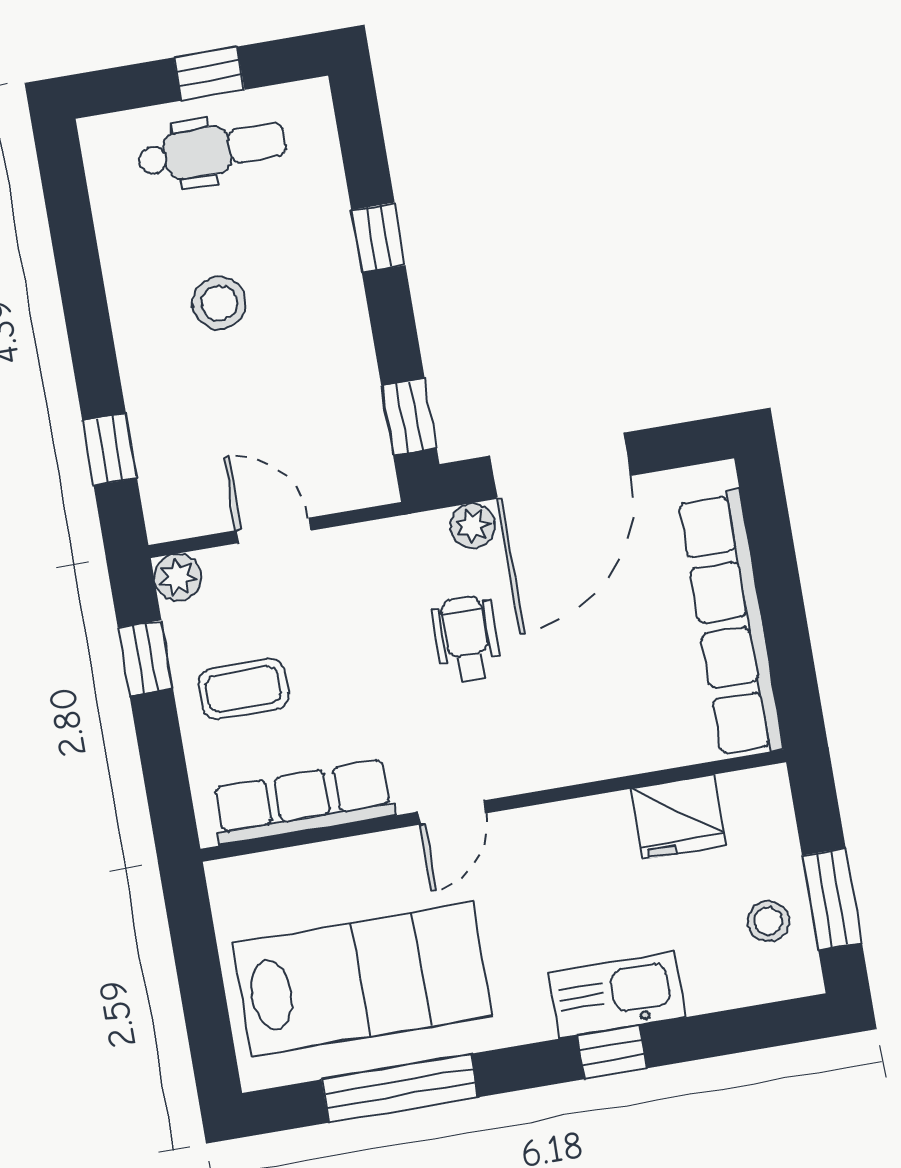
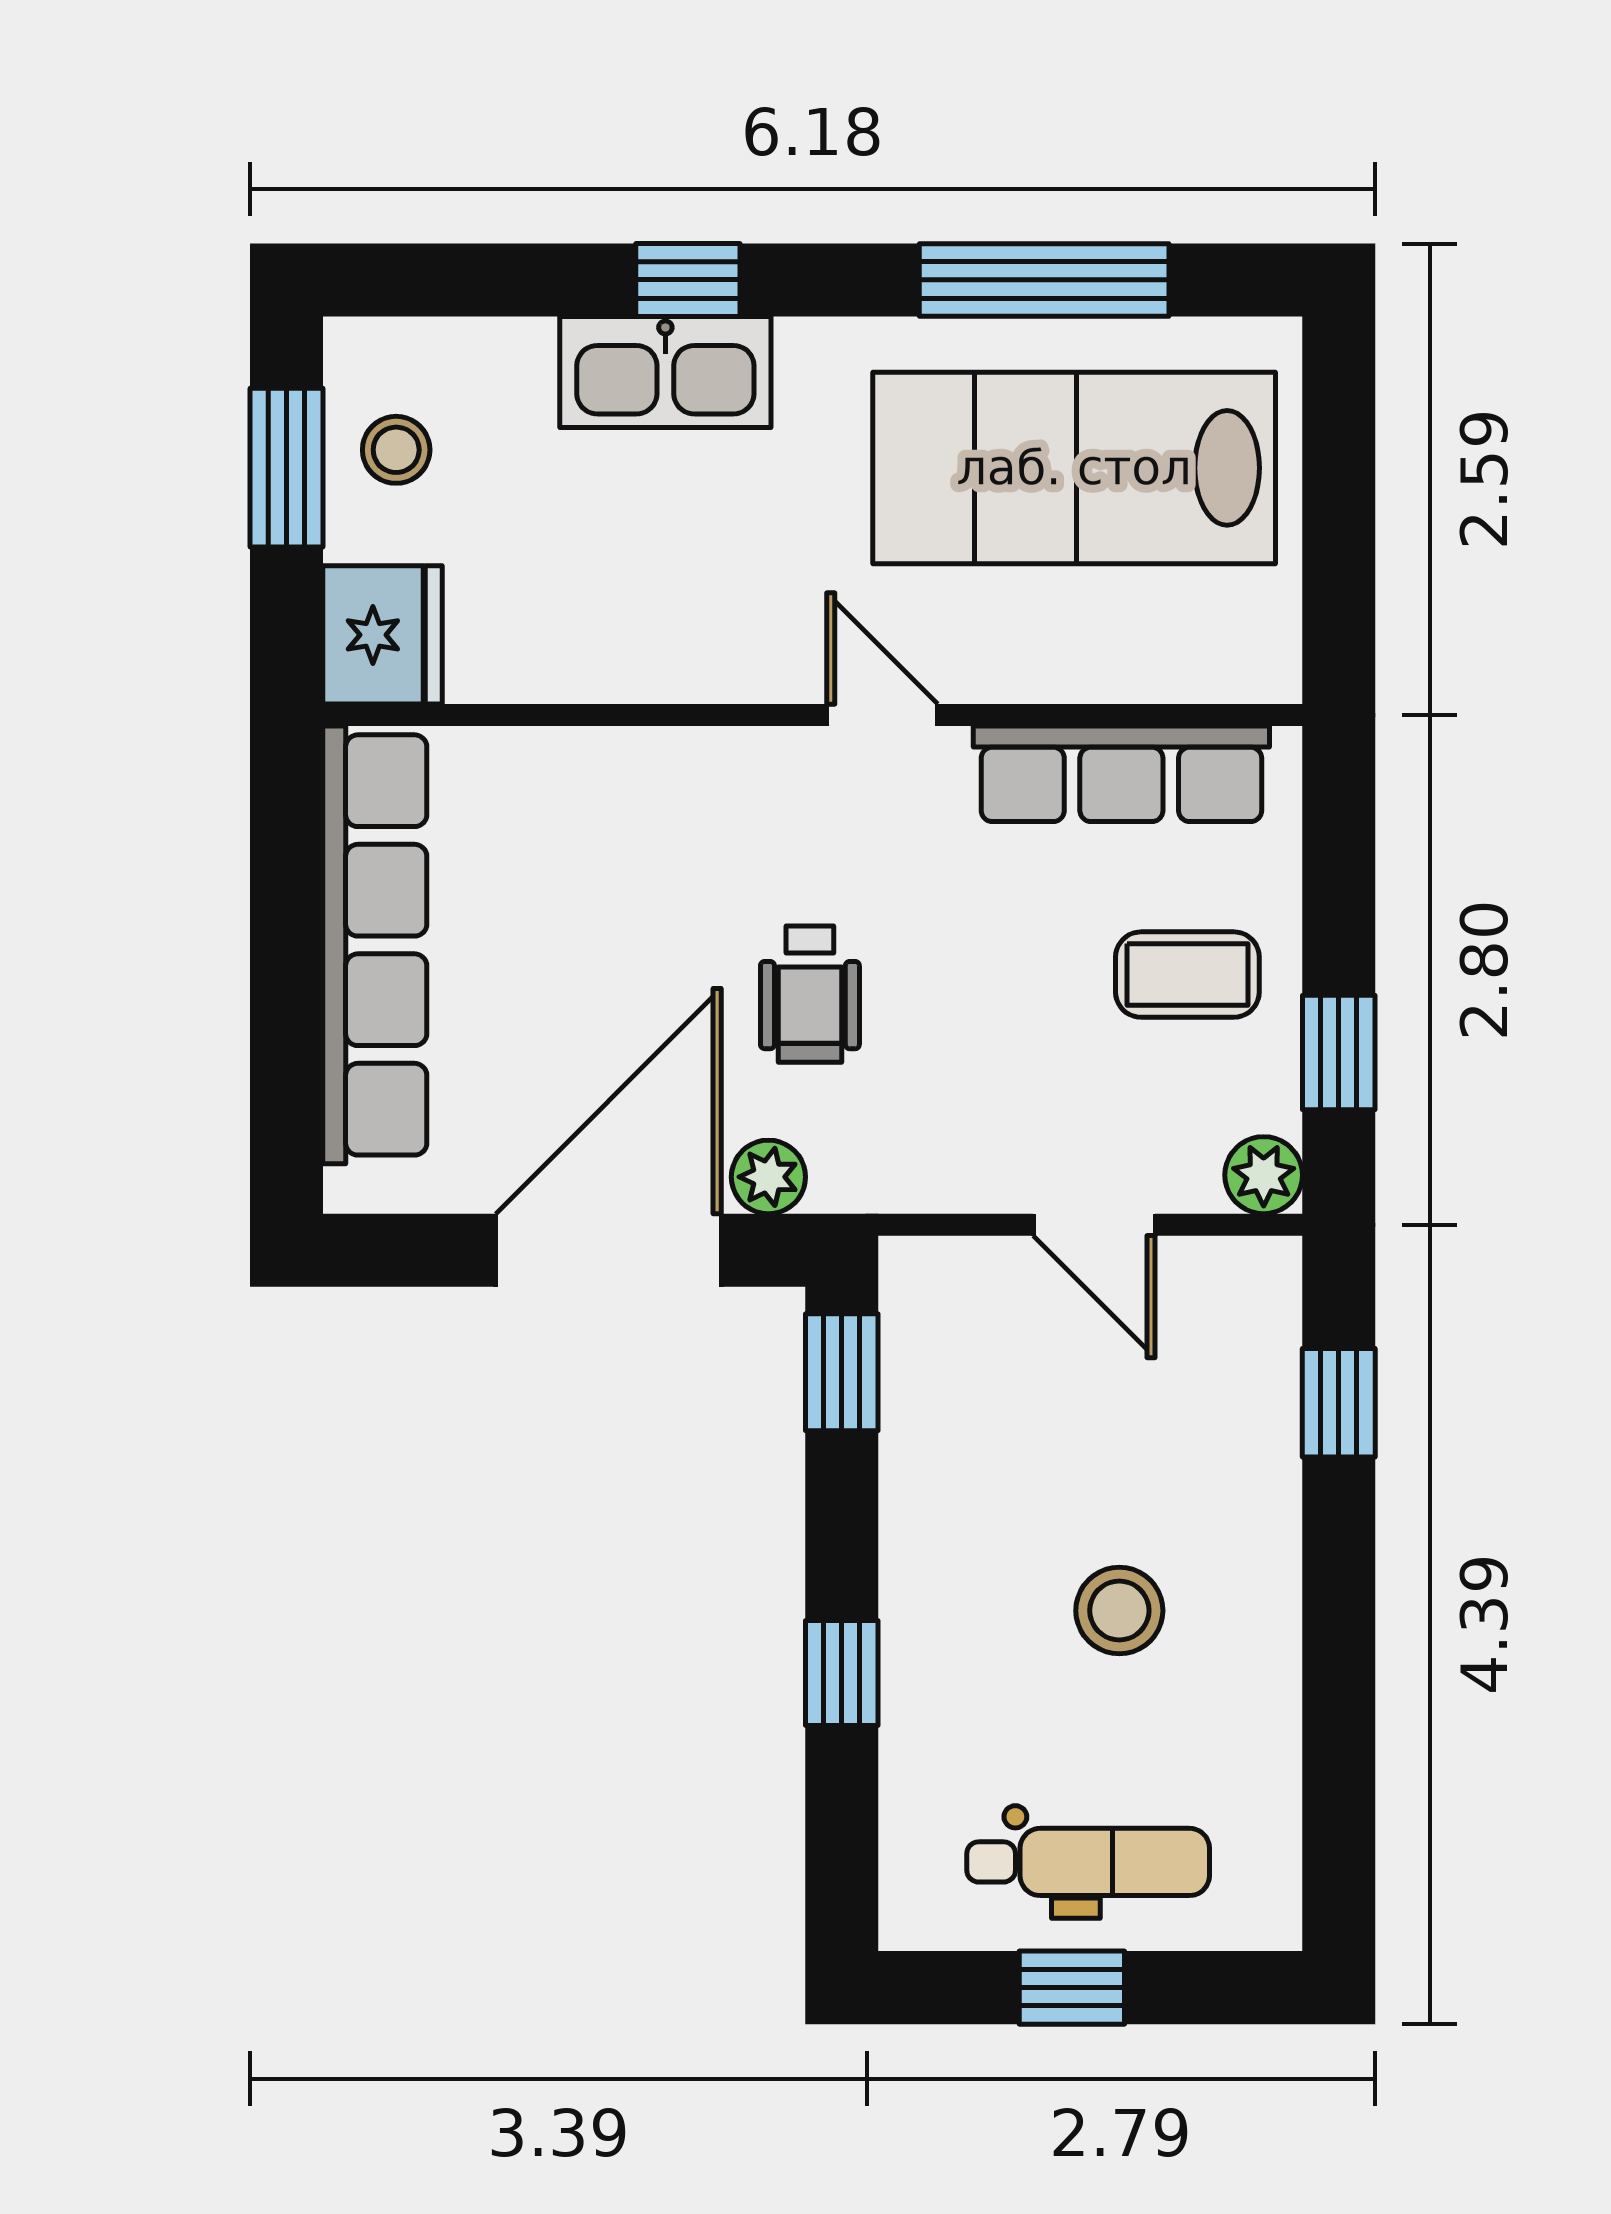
dental chair: (212, 150) -> (1088, 1862), turned 180
door: (452, 813) -> (882, 715), hinge flipped
fridge: (679, 817) -> (382, 635), moved, turned 90

